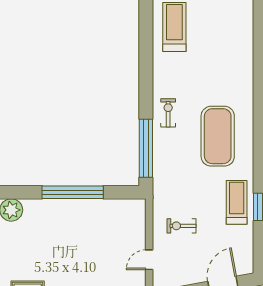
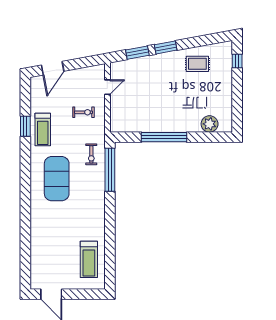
exercise bike: (168, 113) -> (91, 154), moved

